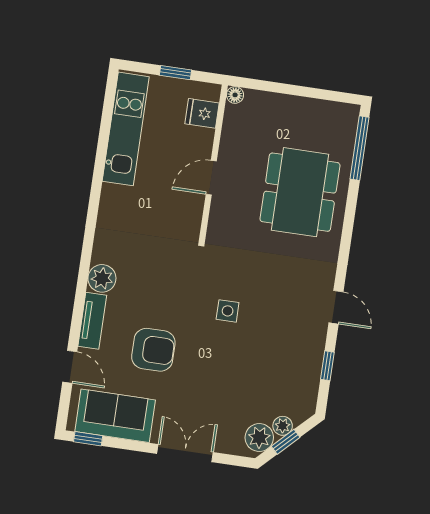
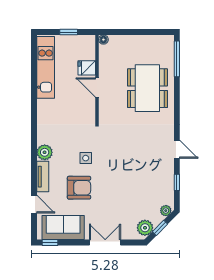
fridge: (202, 113) -> (87, 68), moved
door: (211, 178) -> (97, 87), hinge flipped
side table: (228, 311) -> (86, 158), moved
plant: (283, 426) -> (166, 211), moved

